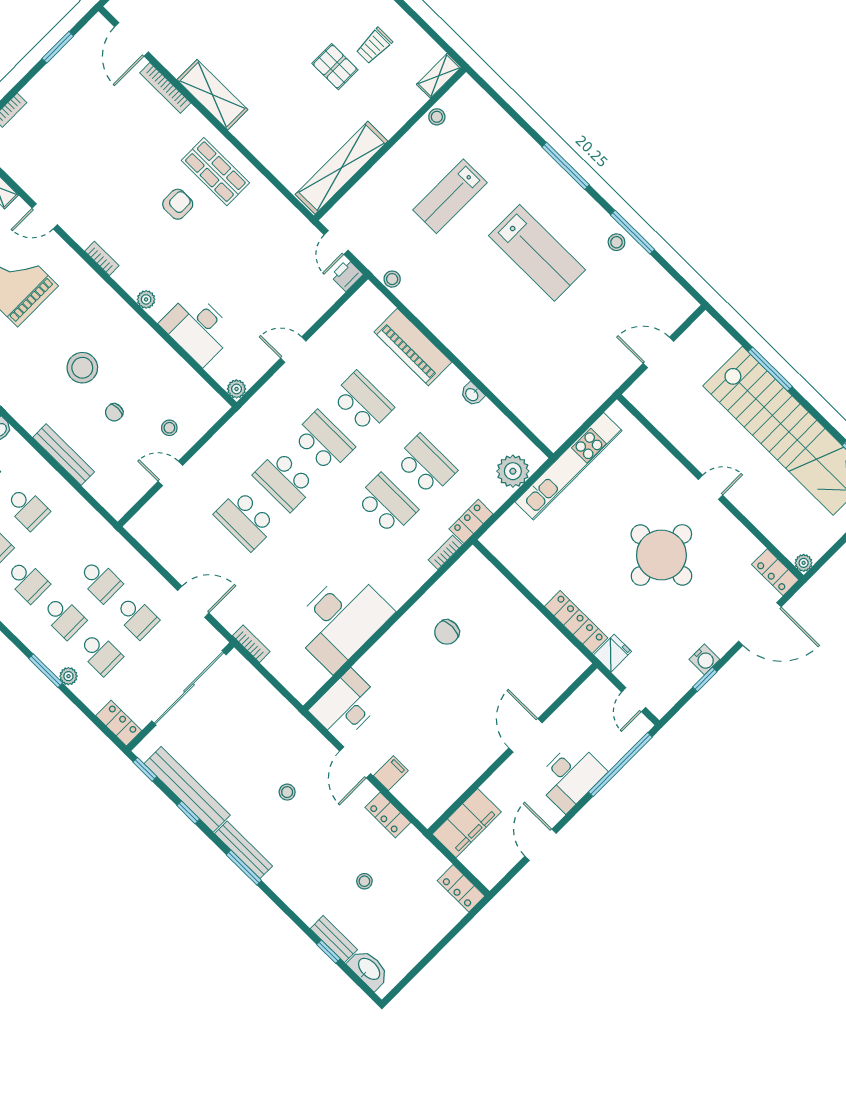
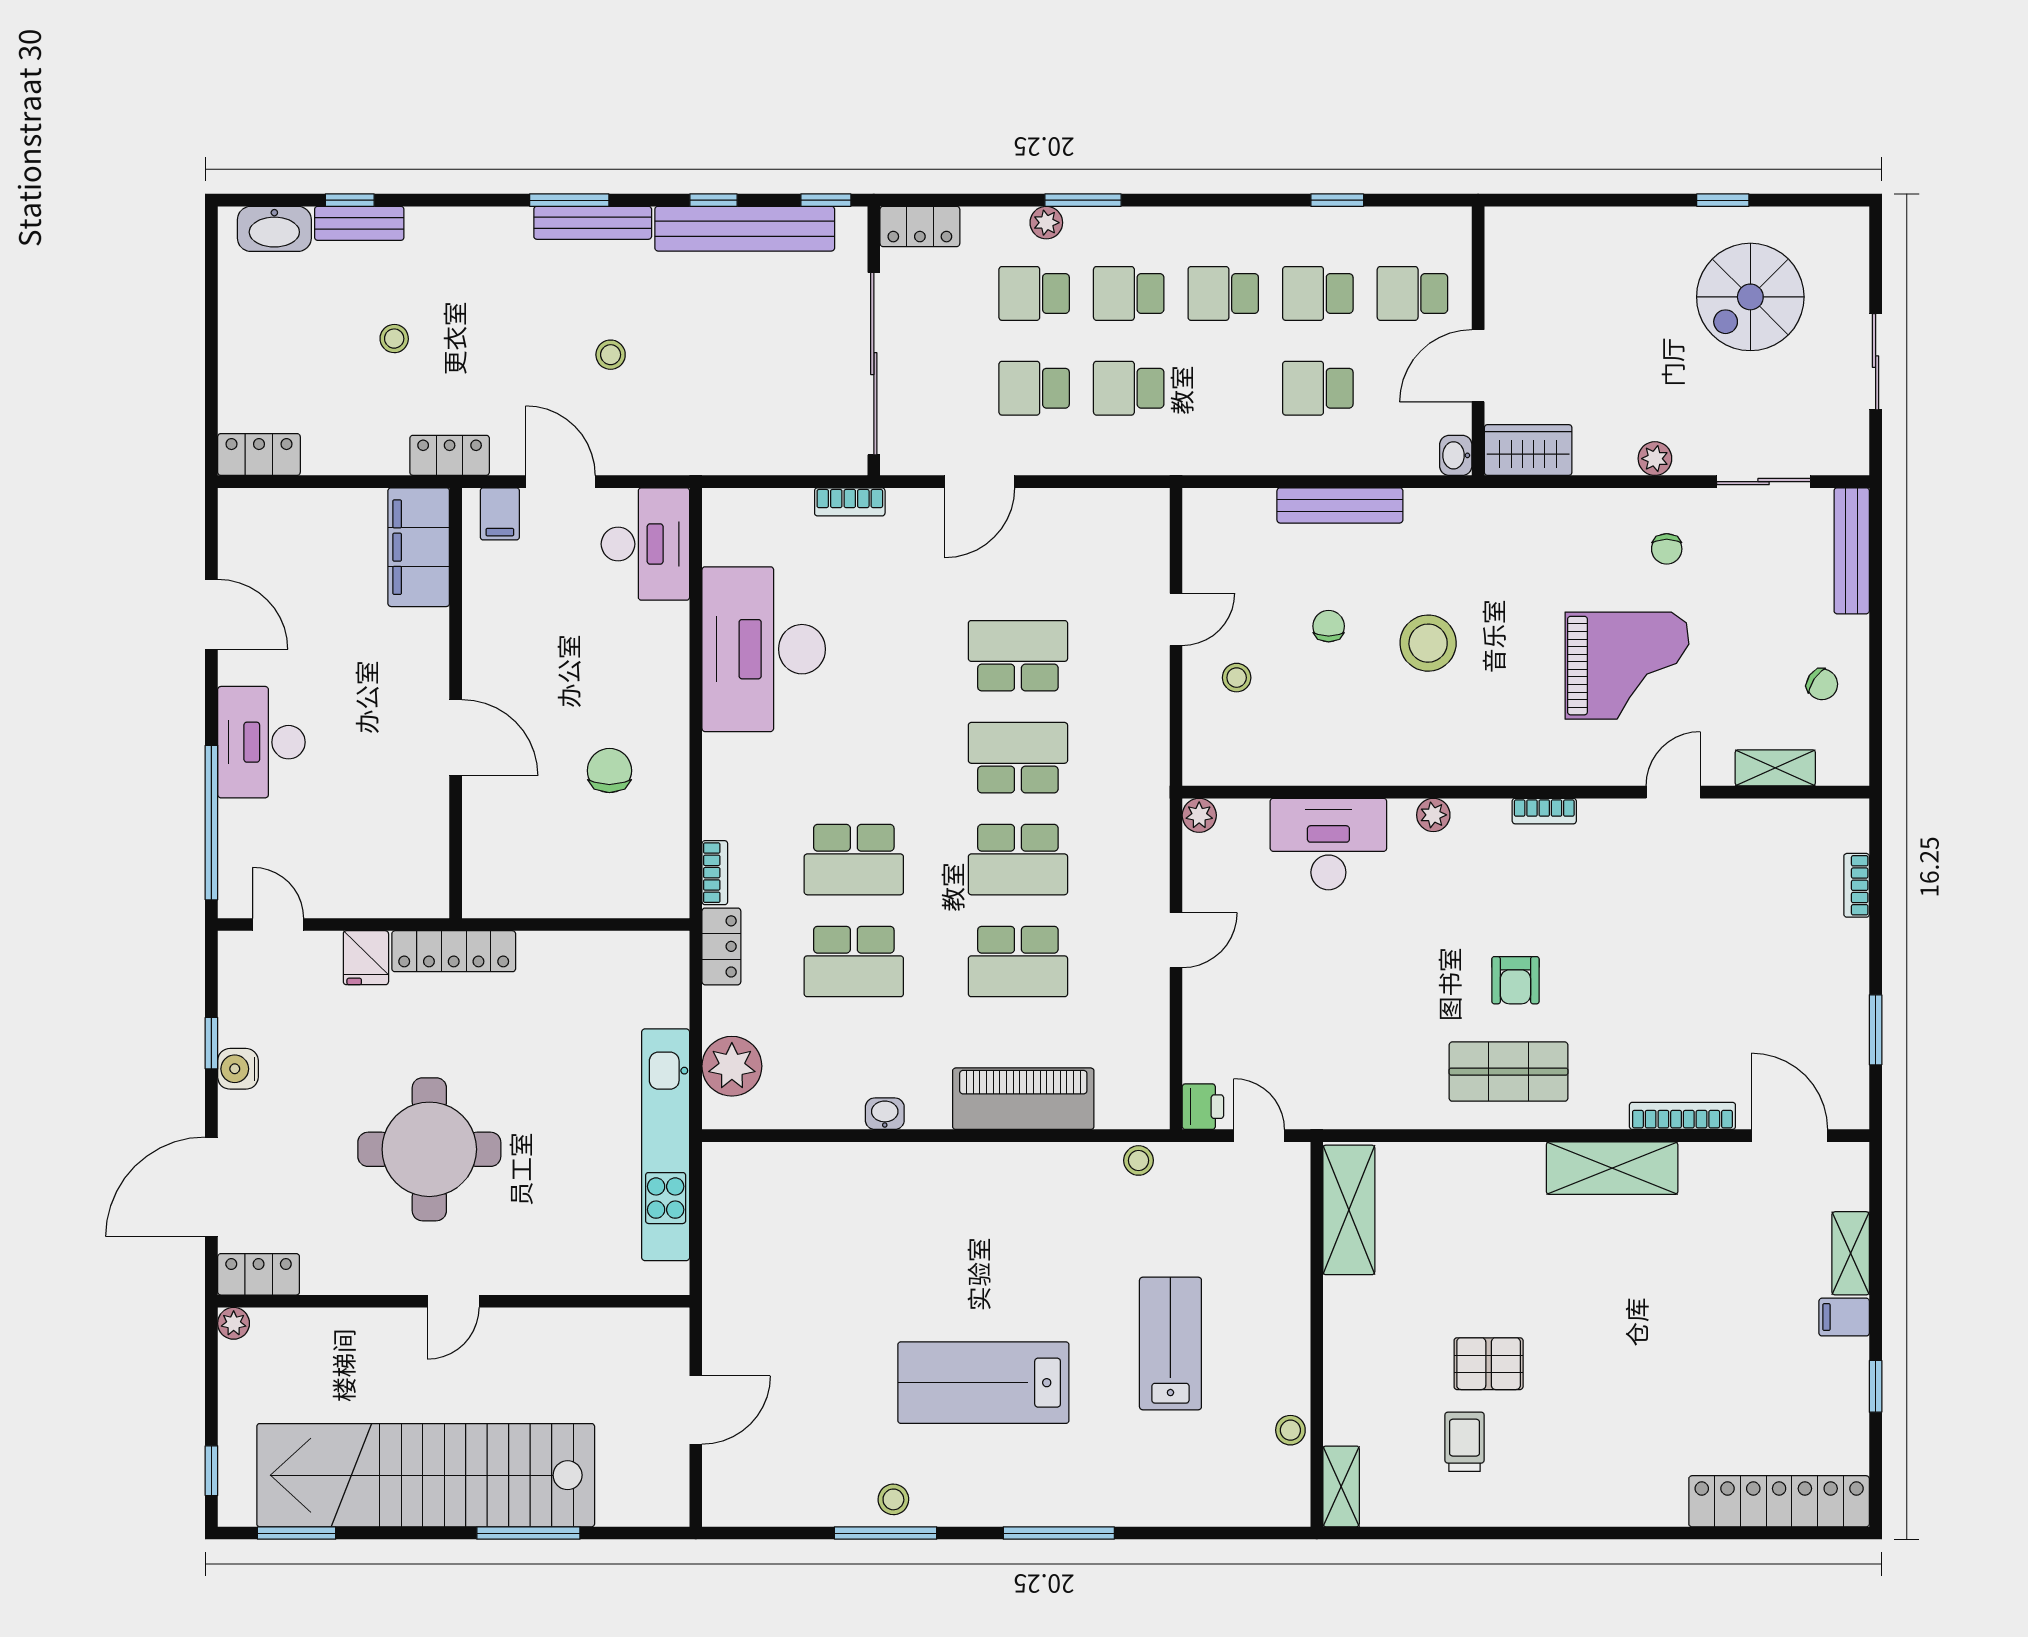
shelving: (342, 168) -> (1349, 1210), width x0.68
door: (525, 735) -> (456, 738), moved
wall: (512, 749) -> (456, 703), moved
filing cabinet: (467, 823) -> (419, 547), moved

